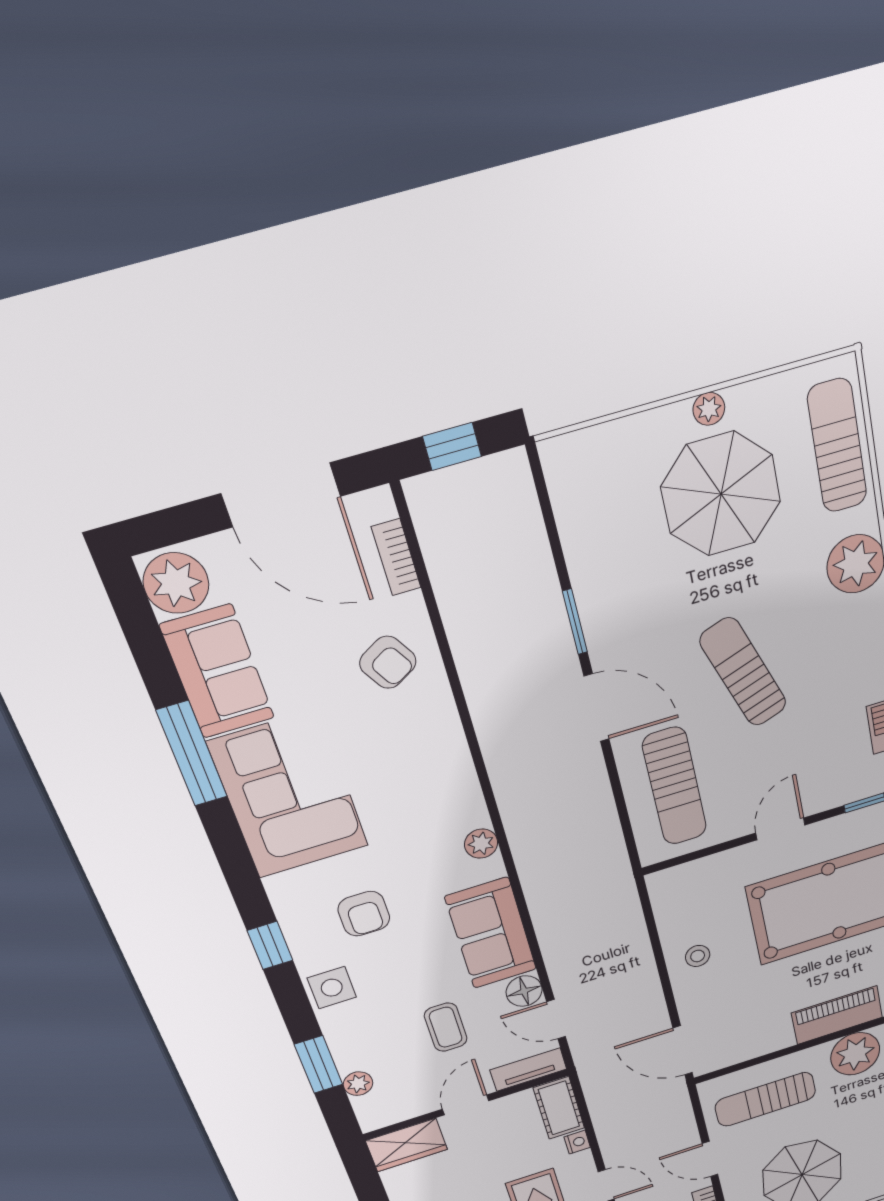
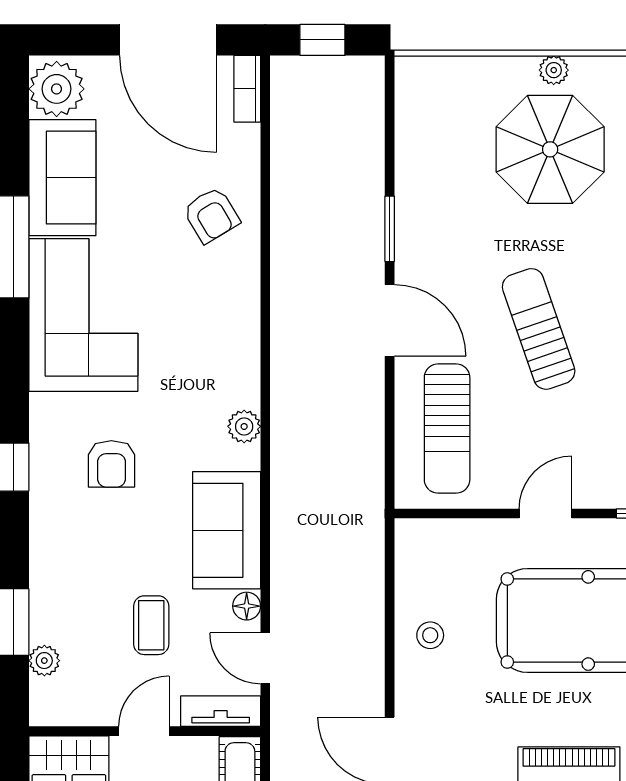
bookcase: (396, 557) -> (247, 89), moved
side table: (332, 988) -> (55, 536), removed
floor lamp: (524, 991) -> (247, 606), width x0.73, depth x0.73

